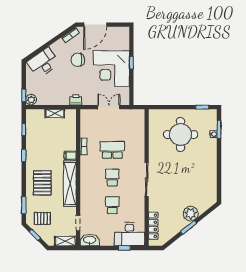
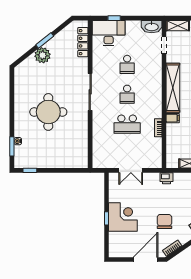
chair: (78, 60) -> (164, 222), turned -90
corner desk: (111, 69) -> (123, 217), width x0.74, depth x0.74
round table: (180, 135) -> (48, 112), moved

